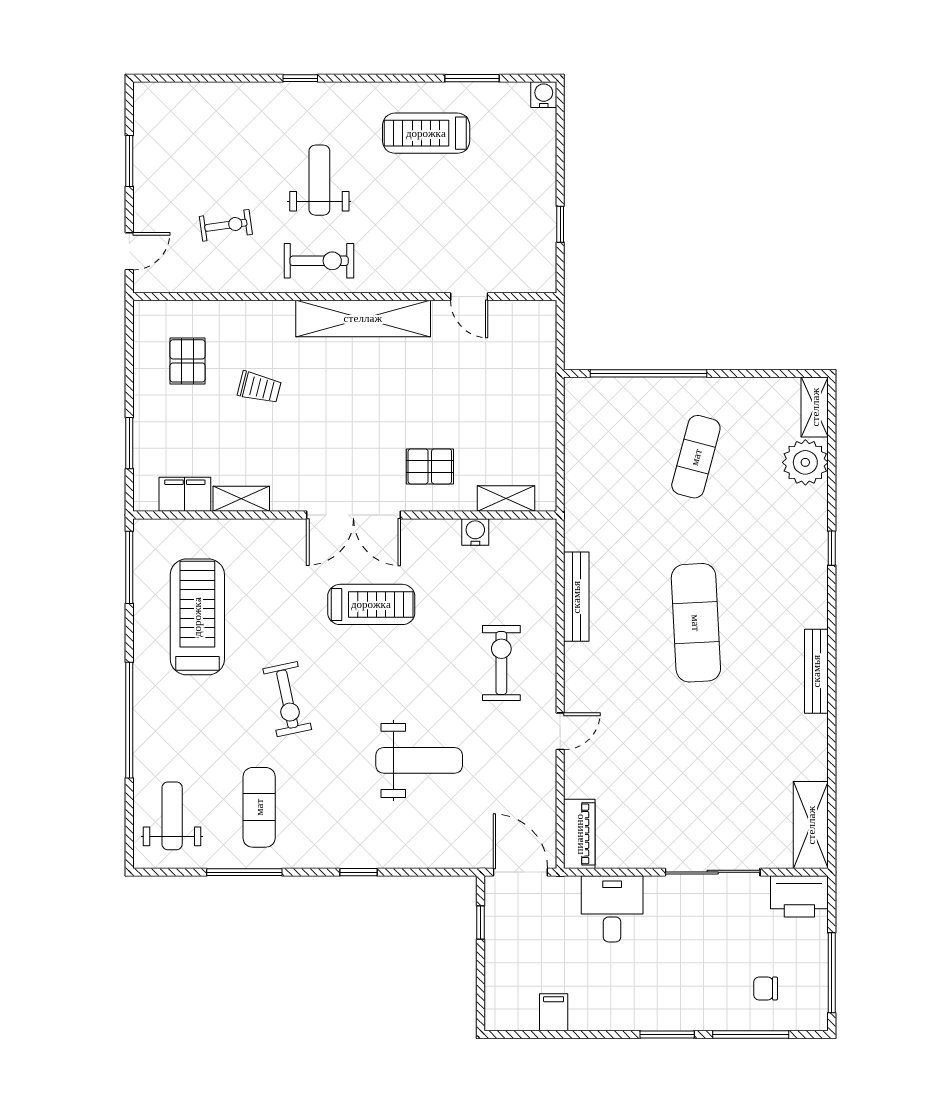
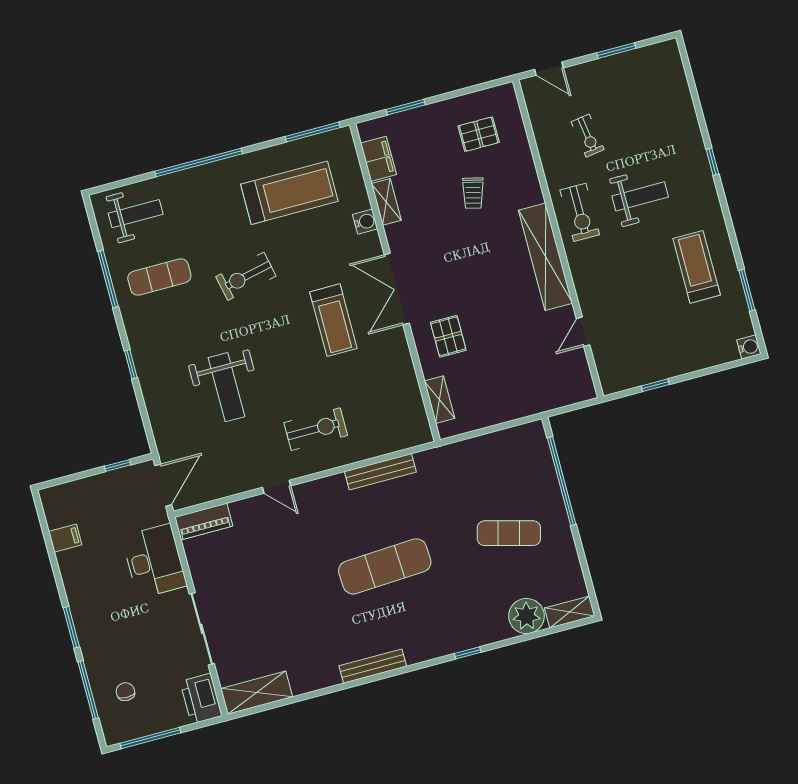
water cooler: (475, 532) -> (365, 222), moved
desk: (612, 909) -> (154, 561), width x1.37

